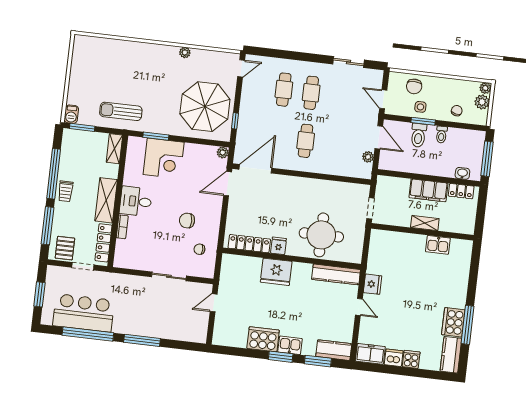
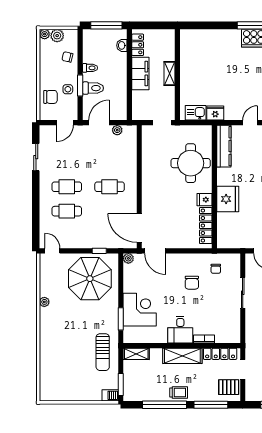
kitchen sink: (438, 245) -> (196, 113), moved, turned -90
fridge: (373, 284) -> (215, 113), moved

